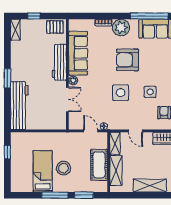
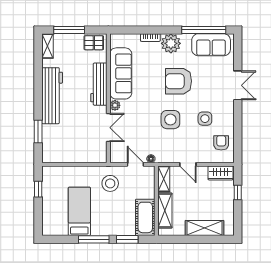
window: (34, 16) -> (69, 30), width x2.17
window: (7, 78) -> (38, 131), moved
workbench: (19, 106) -> (52, 96), moved
cot: (99, 165) -> (145, 217), moved
stool: (64, 168) -> (110, 183), moved

